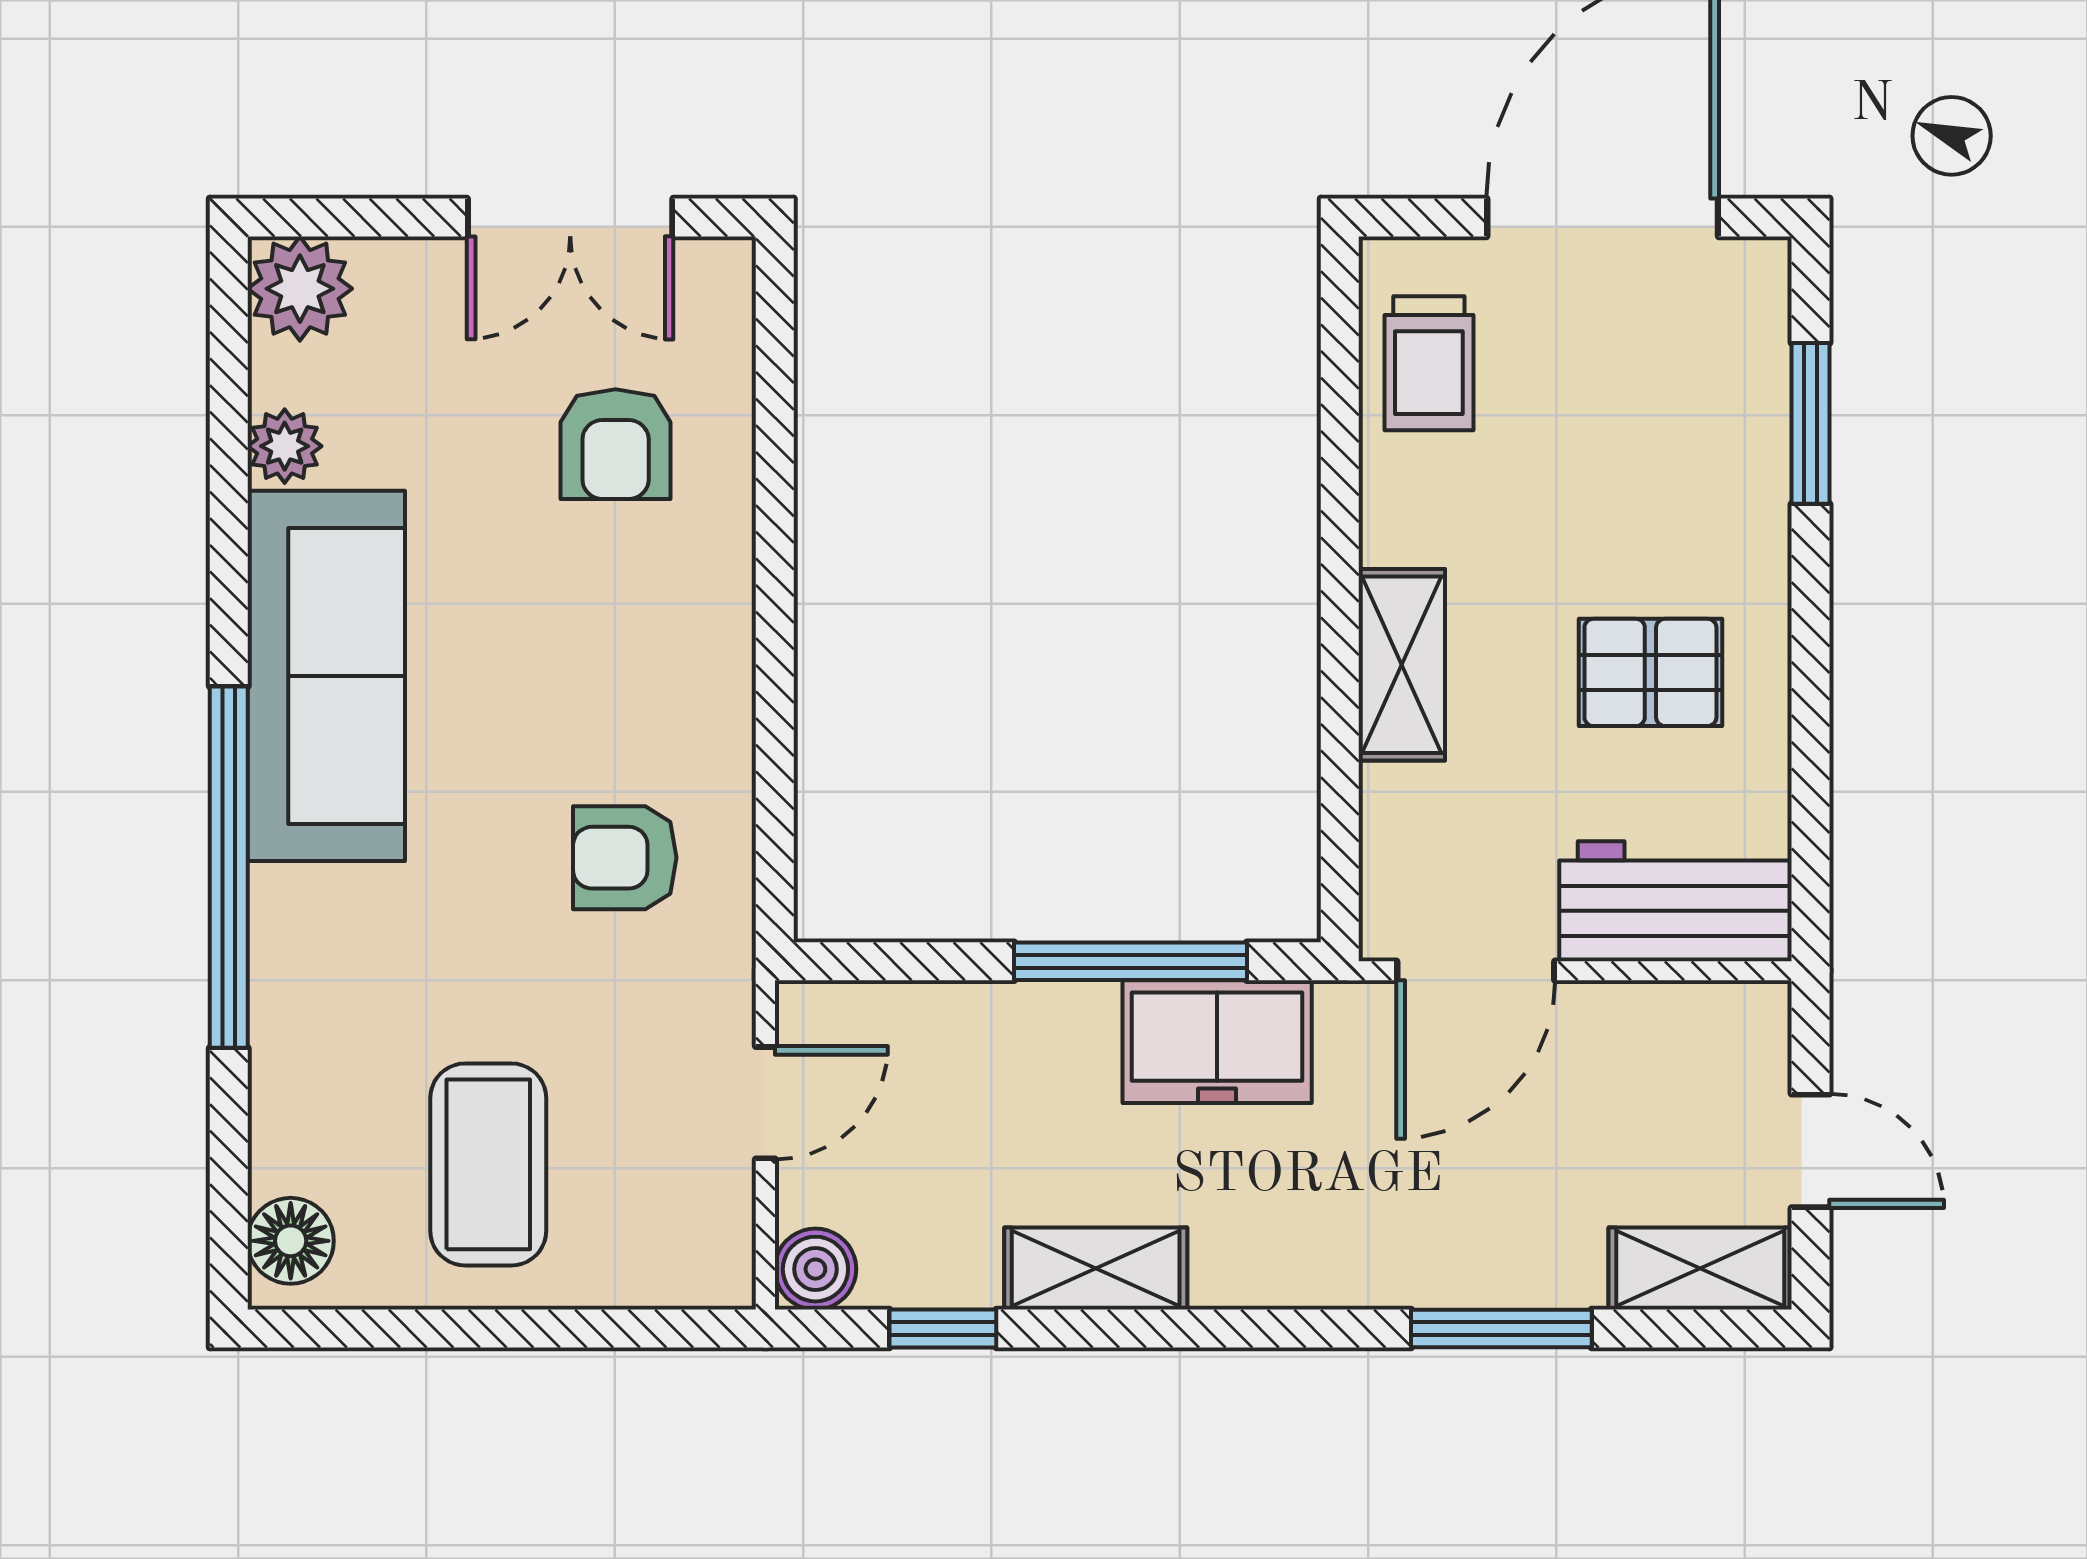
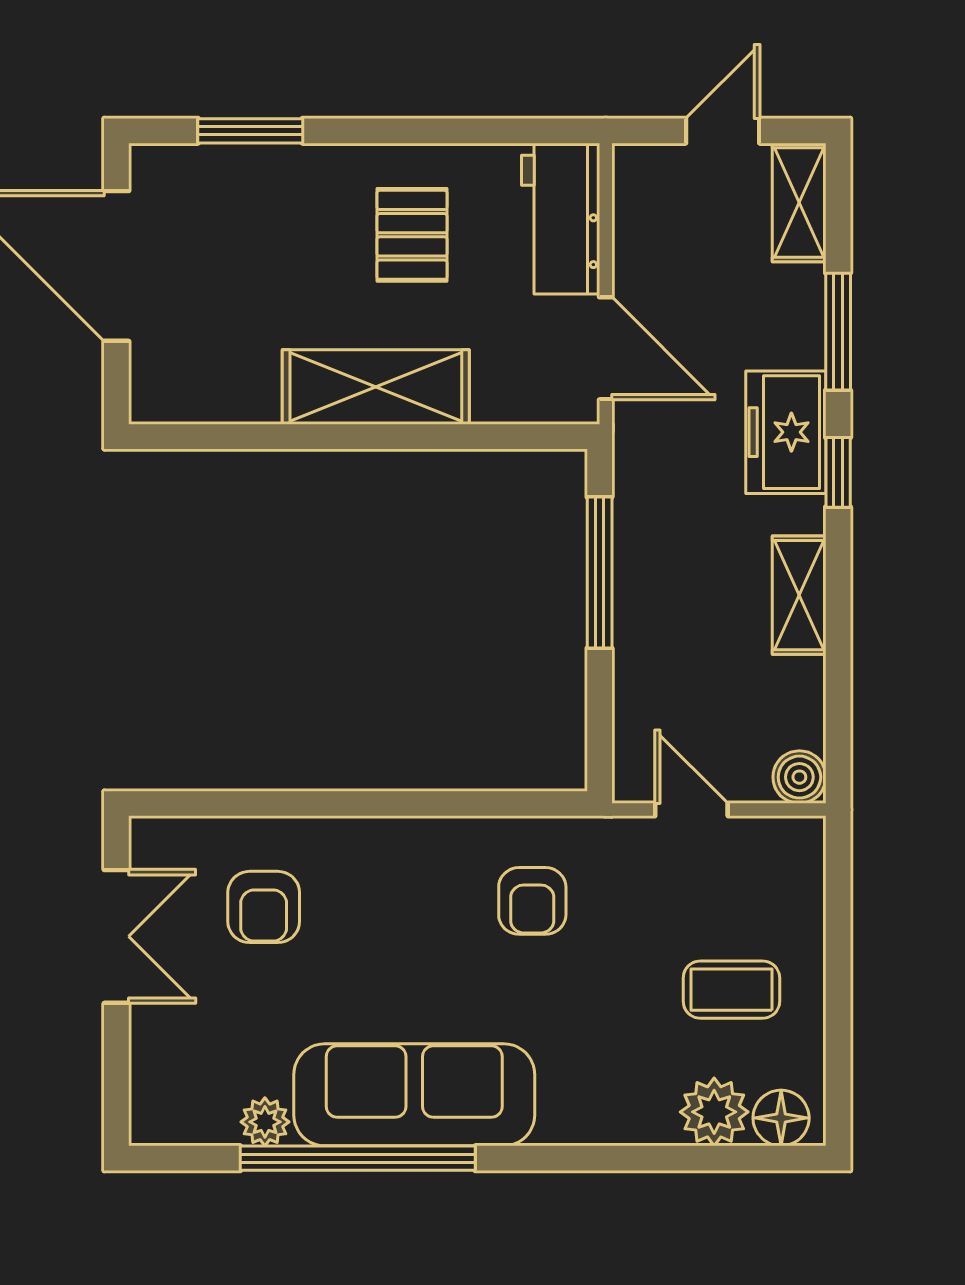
plant: (300, 289) -> (714, 1112), moved
trolley: (1429, 363) -> (211, 379), removed
armchair: (616, 444) -> (264, 907), turned 90
shelving: (1402, 665) -> (376, 387), width x1.50, depth x1.33
window: (229, 867) -> (358, 1158), moved
freezer: (1217, 1042) -> (786, 432), moved, turned 180
coffee table: (488, 1164) -> (731, 990), width x0.73, depth x0.77
window: (943, 1329) -> (838, 472), moved

